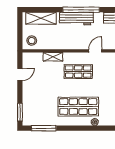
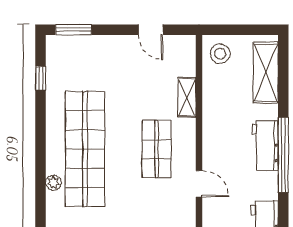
workbench: (76, 19) -> (265, 145), width x0.73
shop shelf: (78, 107) -> (85, 149), width x1.40
window: (44, 128) -> (41, 78), width x0.46

